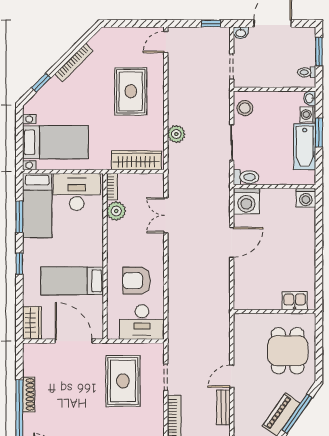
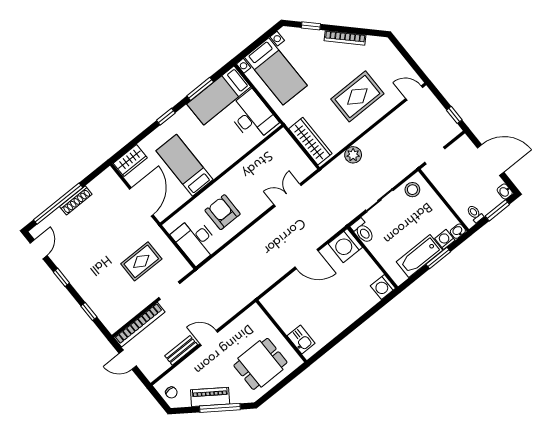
washbasin: (241, 33) -> (505, 191), moved
bookcase: (112, 187) -> (277, 139), removed
plant: (116, 211) -> (261, 156), removed
rug: (123, 381) -> (141, 261), width x0.73, depth x0.70

